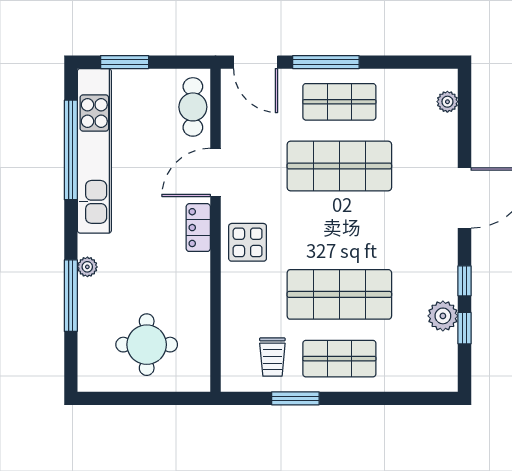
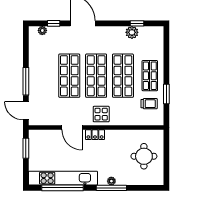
window: (125, 62) -> (26, 148), moved
door: (256, 62) -> (26, 111), swing flipped
shop shelf: (339, 102) -> (96, 76), moved, width x1.43, depth x1.36
cafe table: (193, 107) -> (45, 137), removed
window: (465, 281) -> (54, 23), moved
window: (71, 296) -> (111, 188), moved

